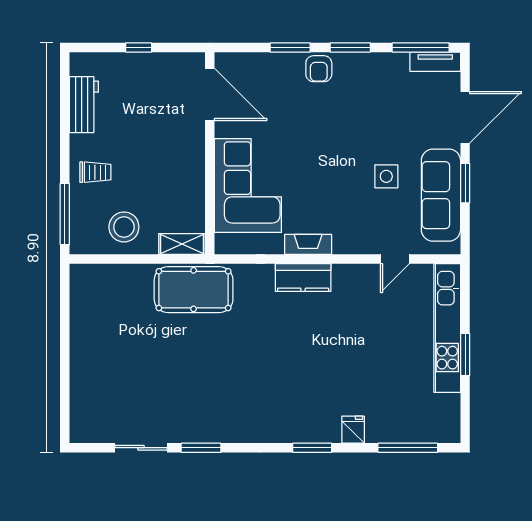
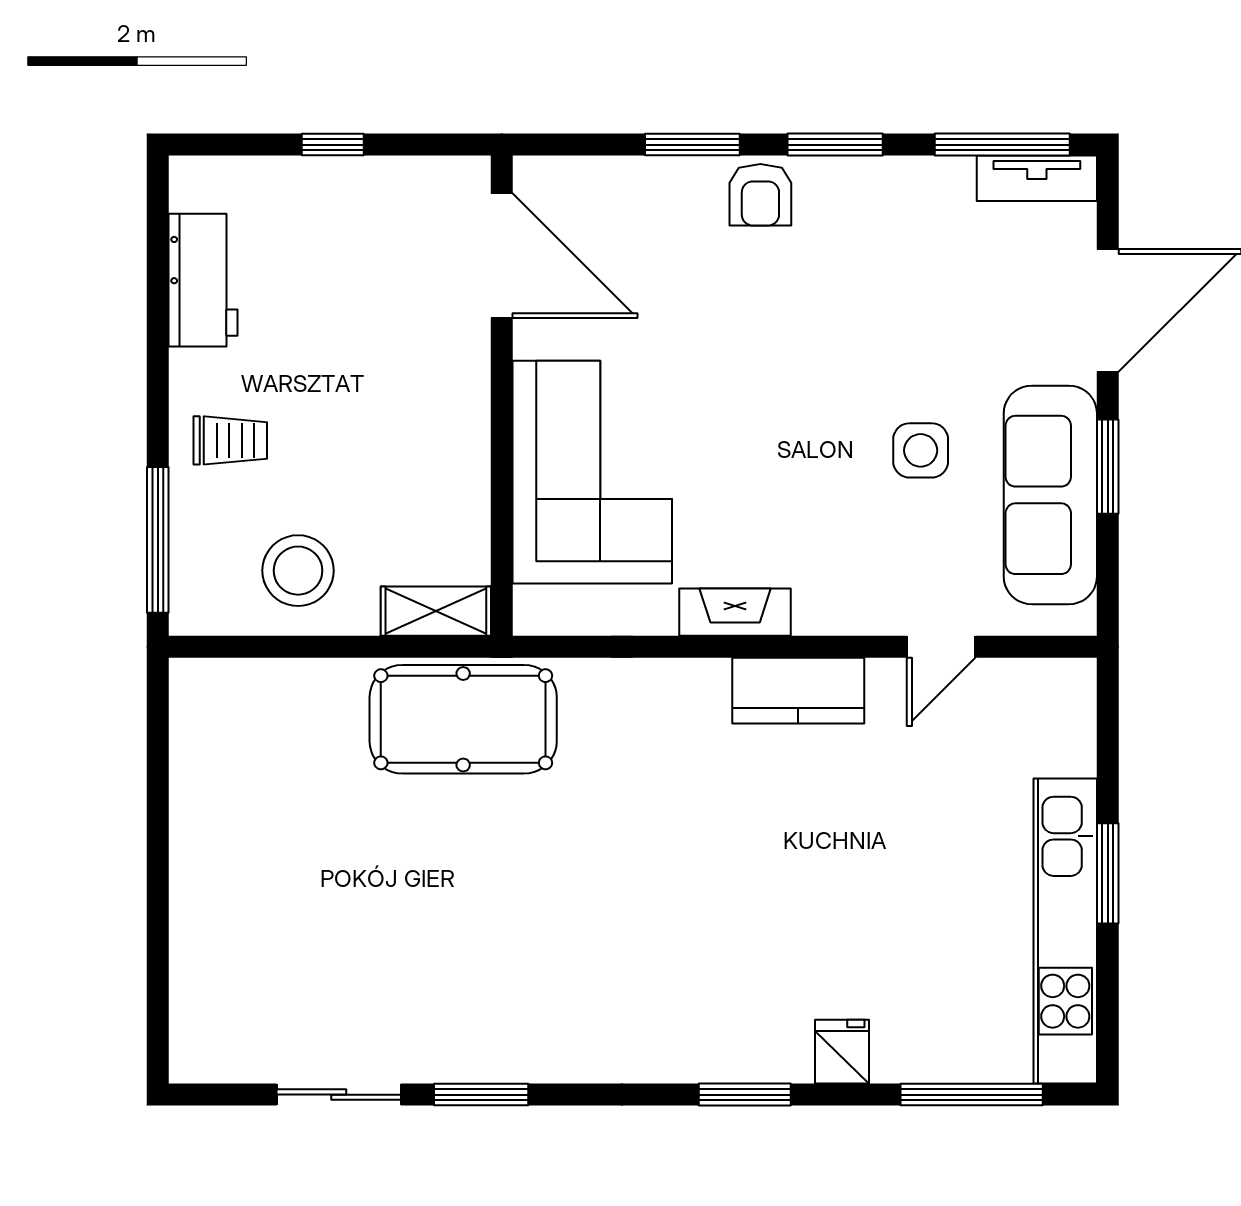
kitchen counter: (303, 278) -> (798, 691), moved
kitchen unit: (447, 328) -> (1065, 931), moved

